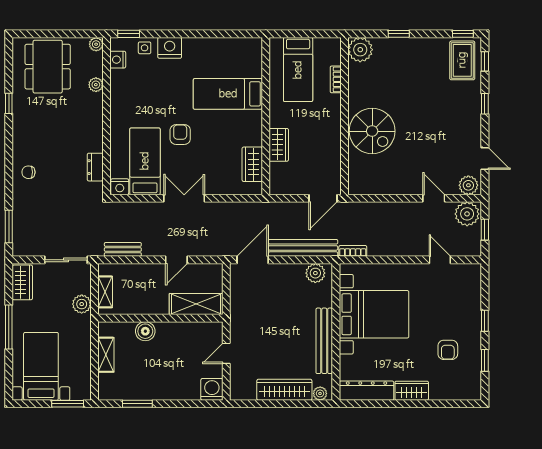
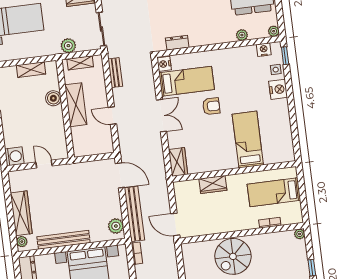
plant: (360, 50) -> (300, 234), width x0.53, depth x0.53
wardrobe: (252, 164) -> (178, 162), moved, turned 90
shelving: (196, 304) -> (76, 105), moved

